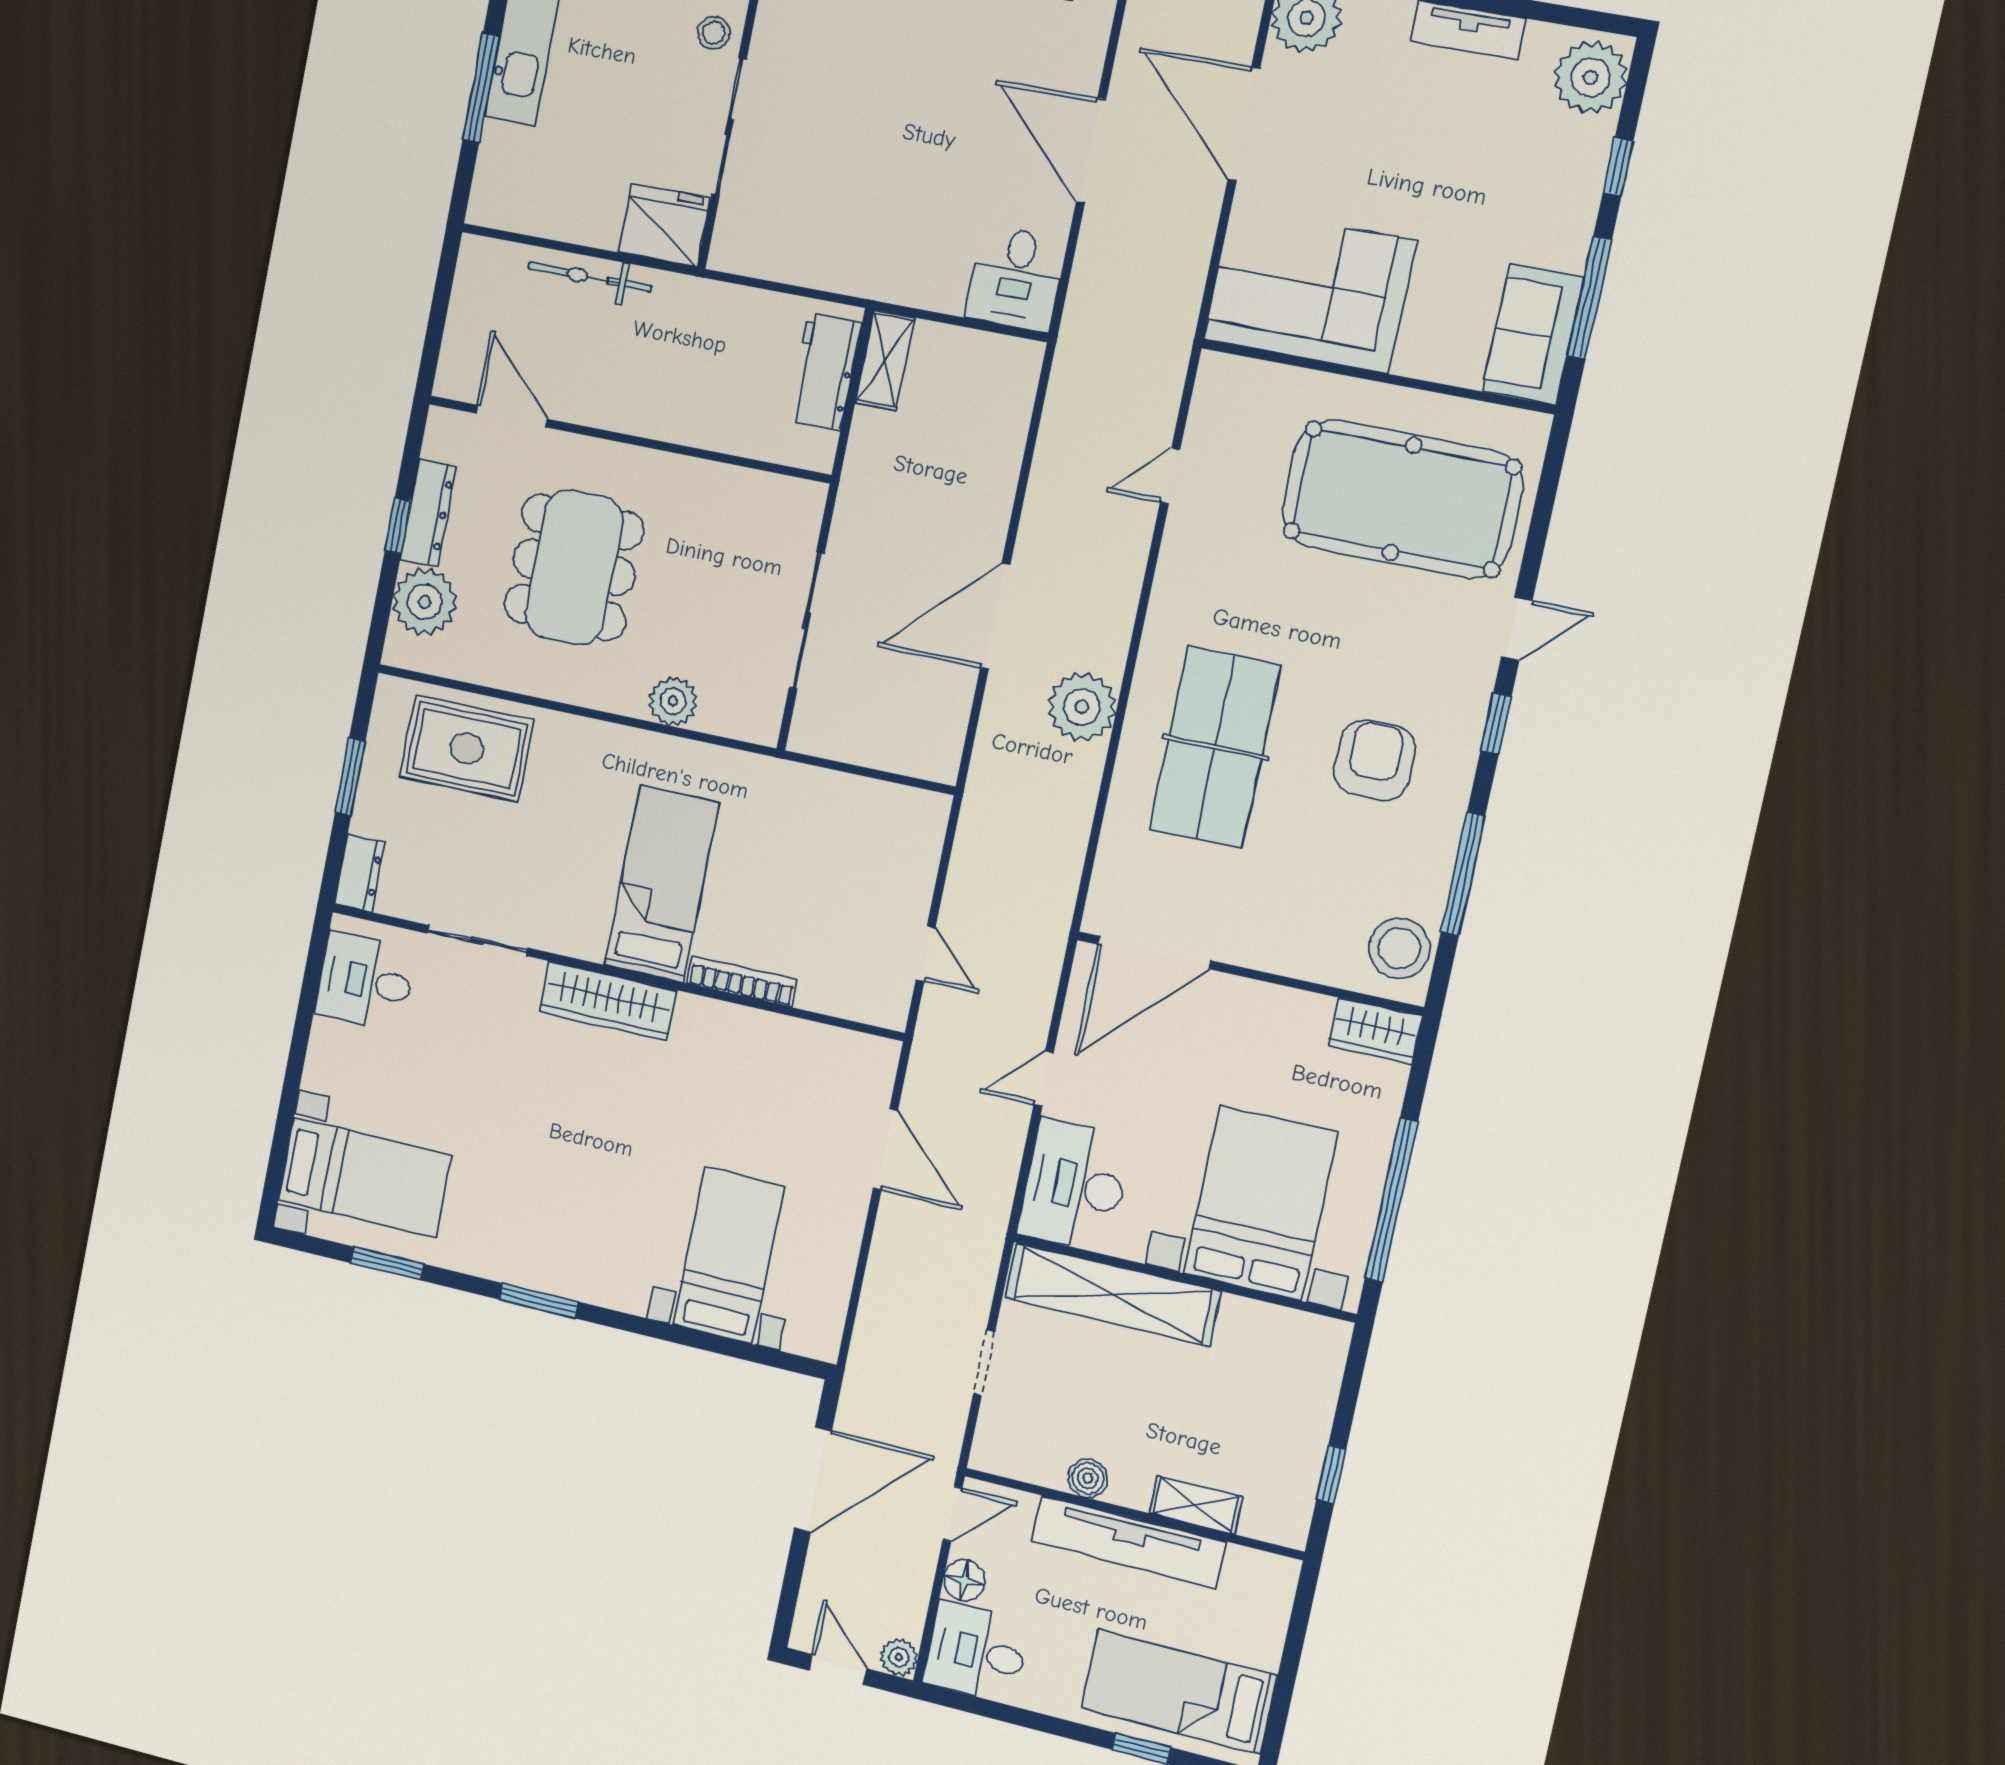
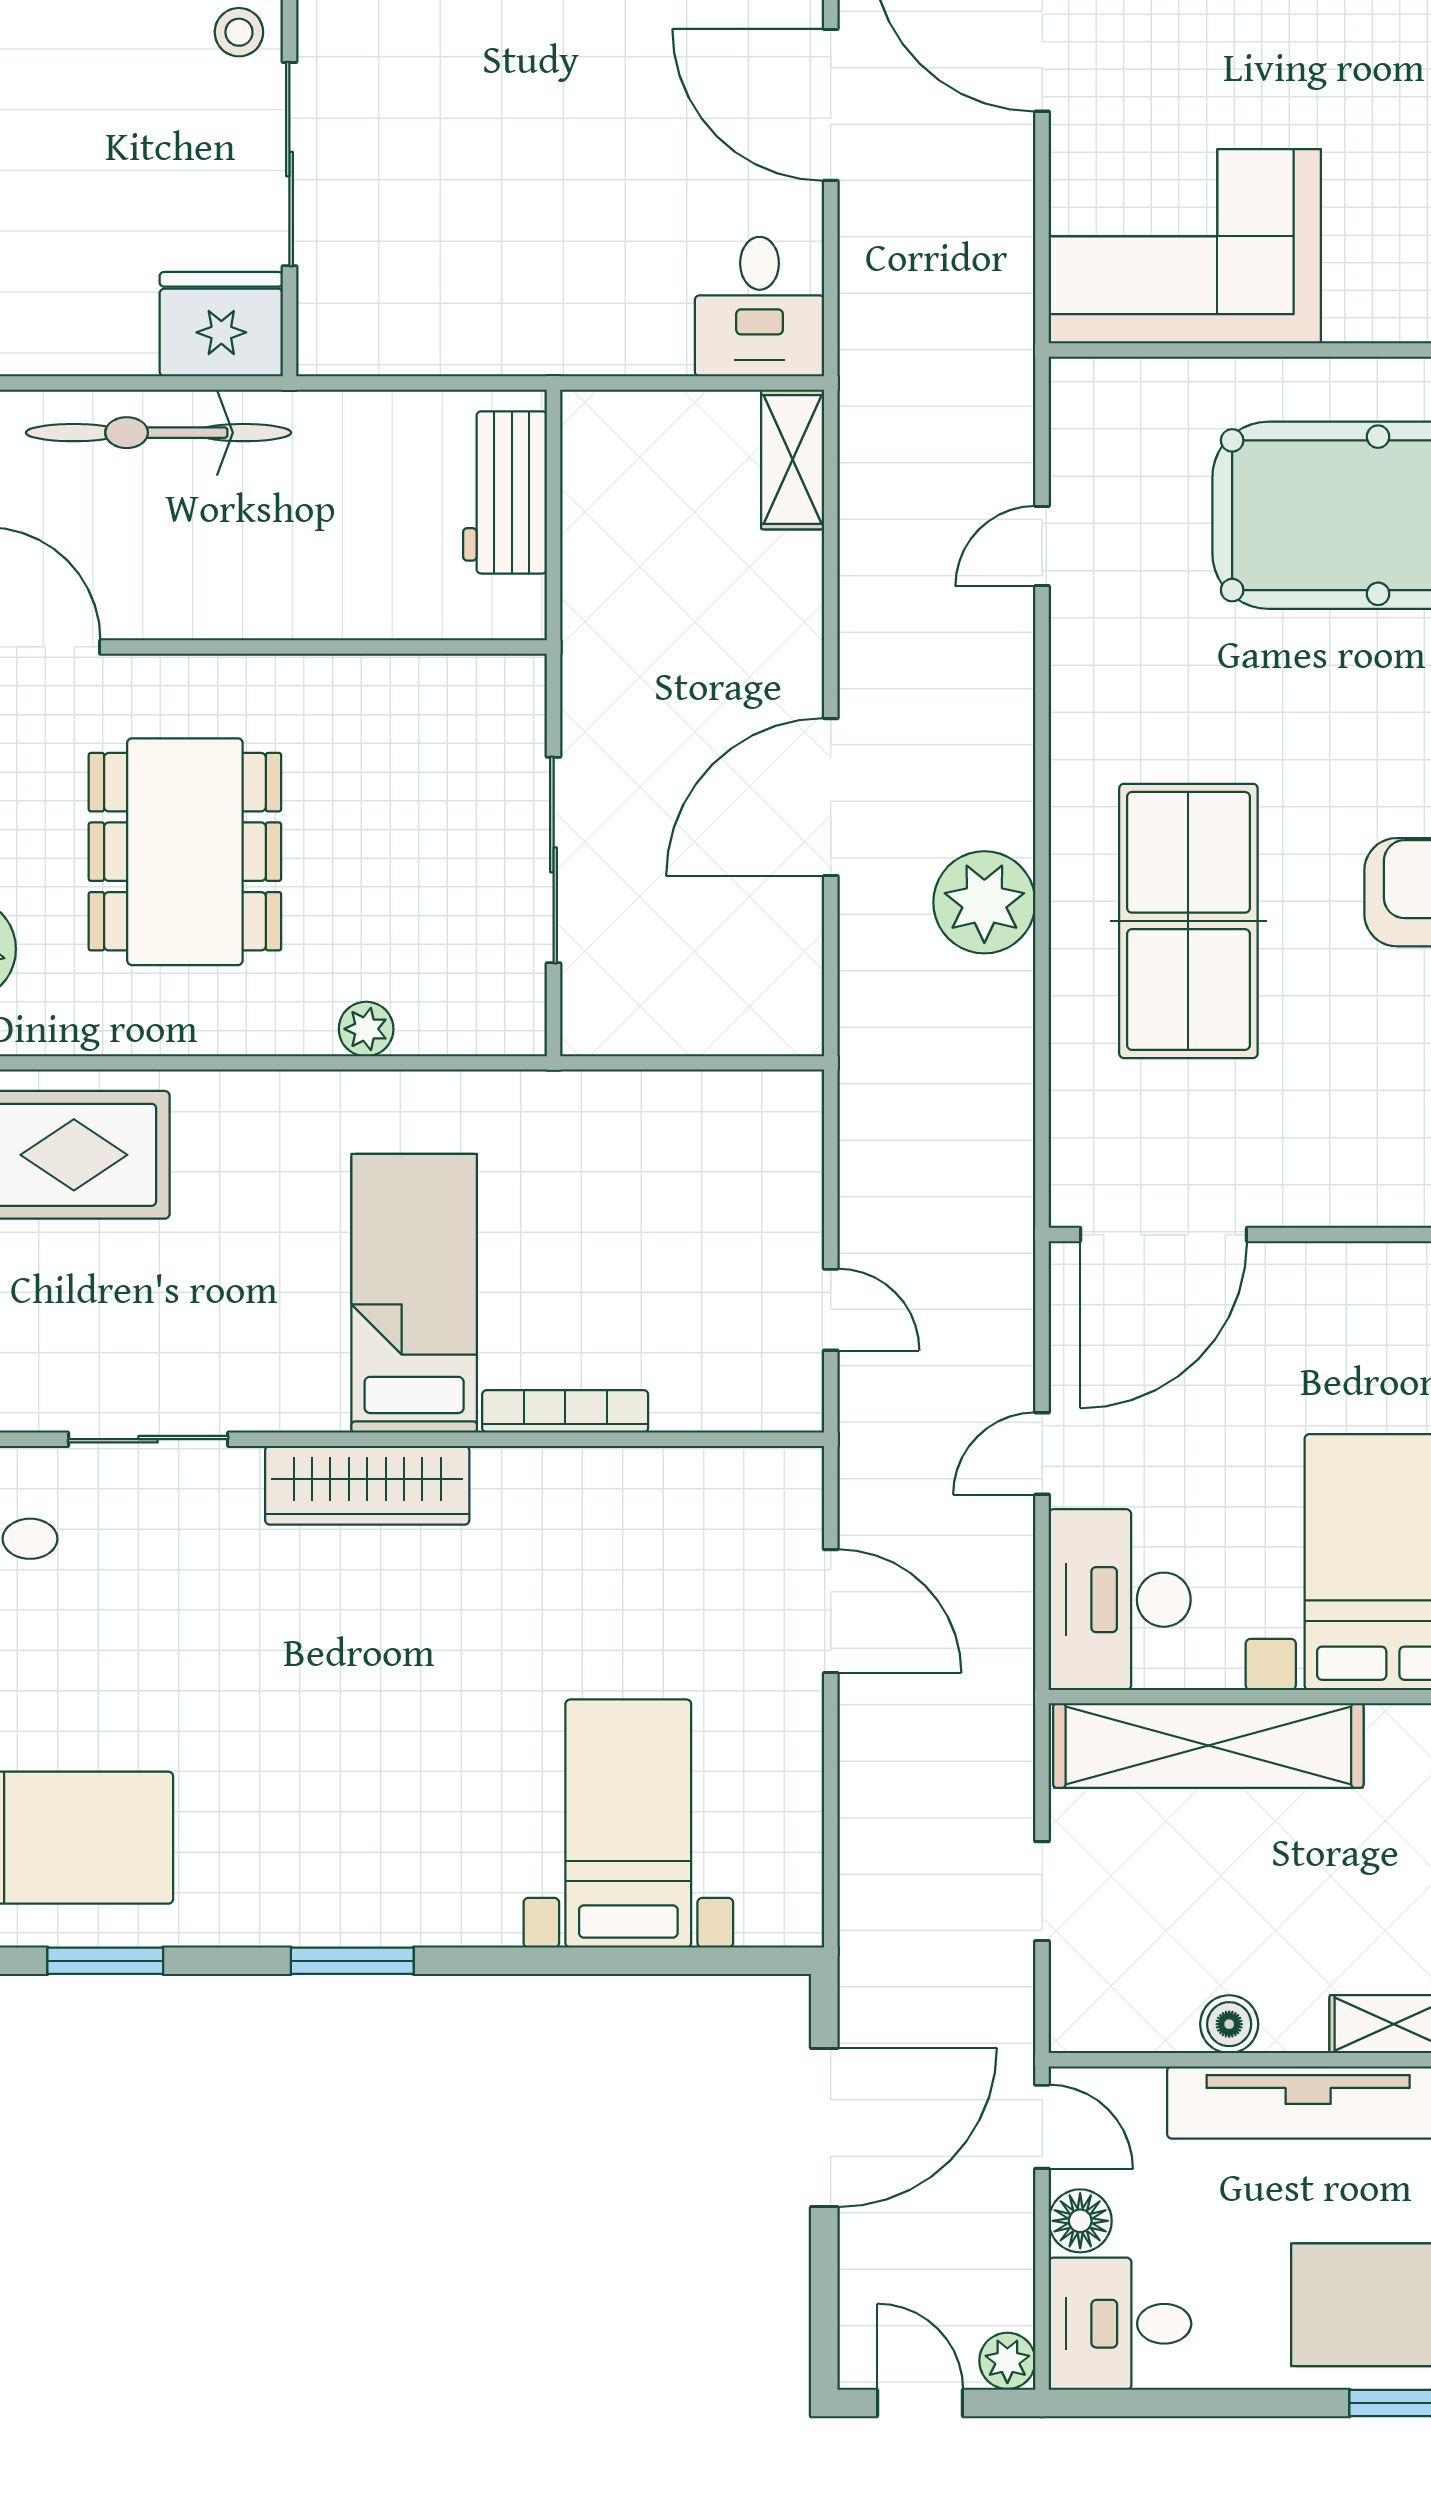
bicycle: (590, 277) -> (158, 433), width x1.37, depth x1.40
shelving: (885, 360) -> (793, 460), moved
plant: (673, 701) -> (366, 1029), width x0.73, depth x0.73
door: (952, 1514) -> (1042, 2127), hinge flipped

